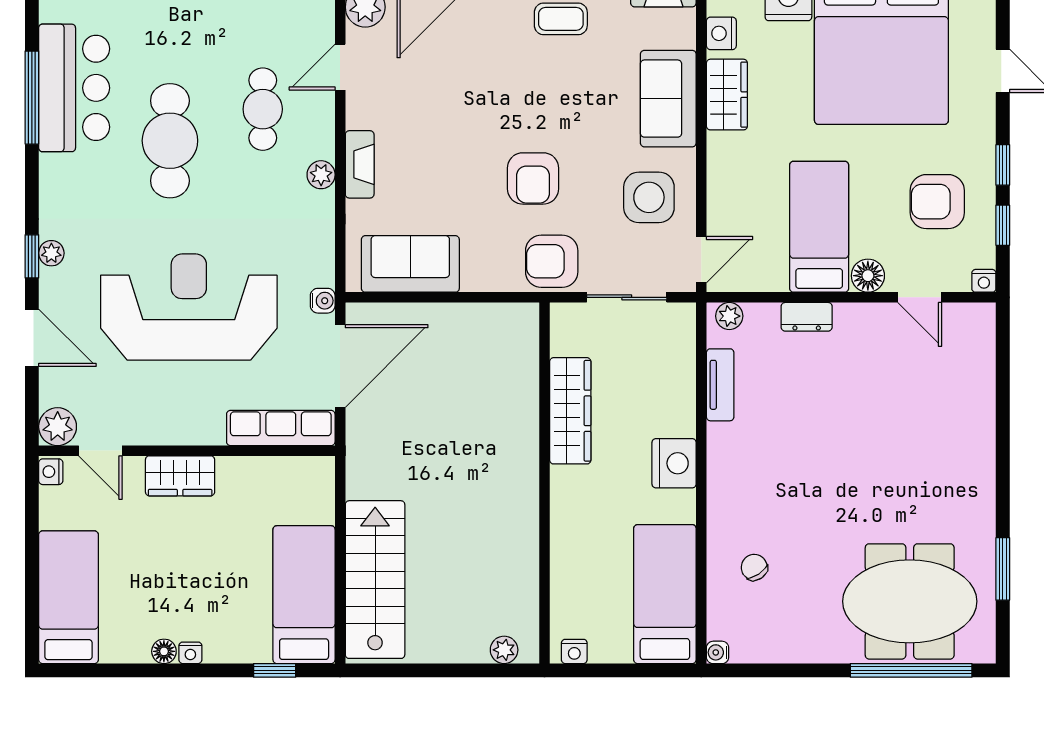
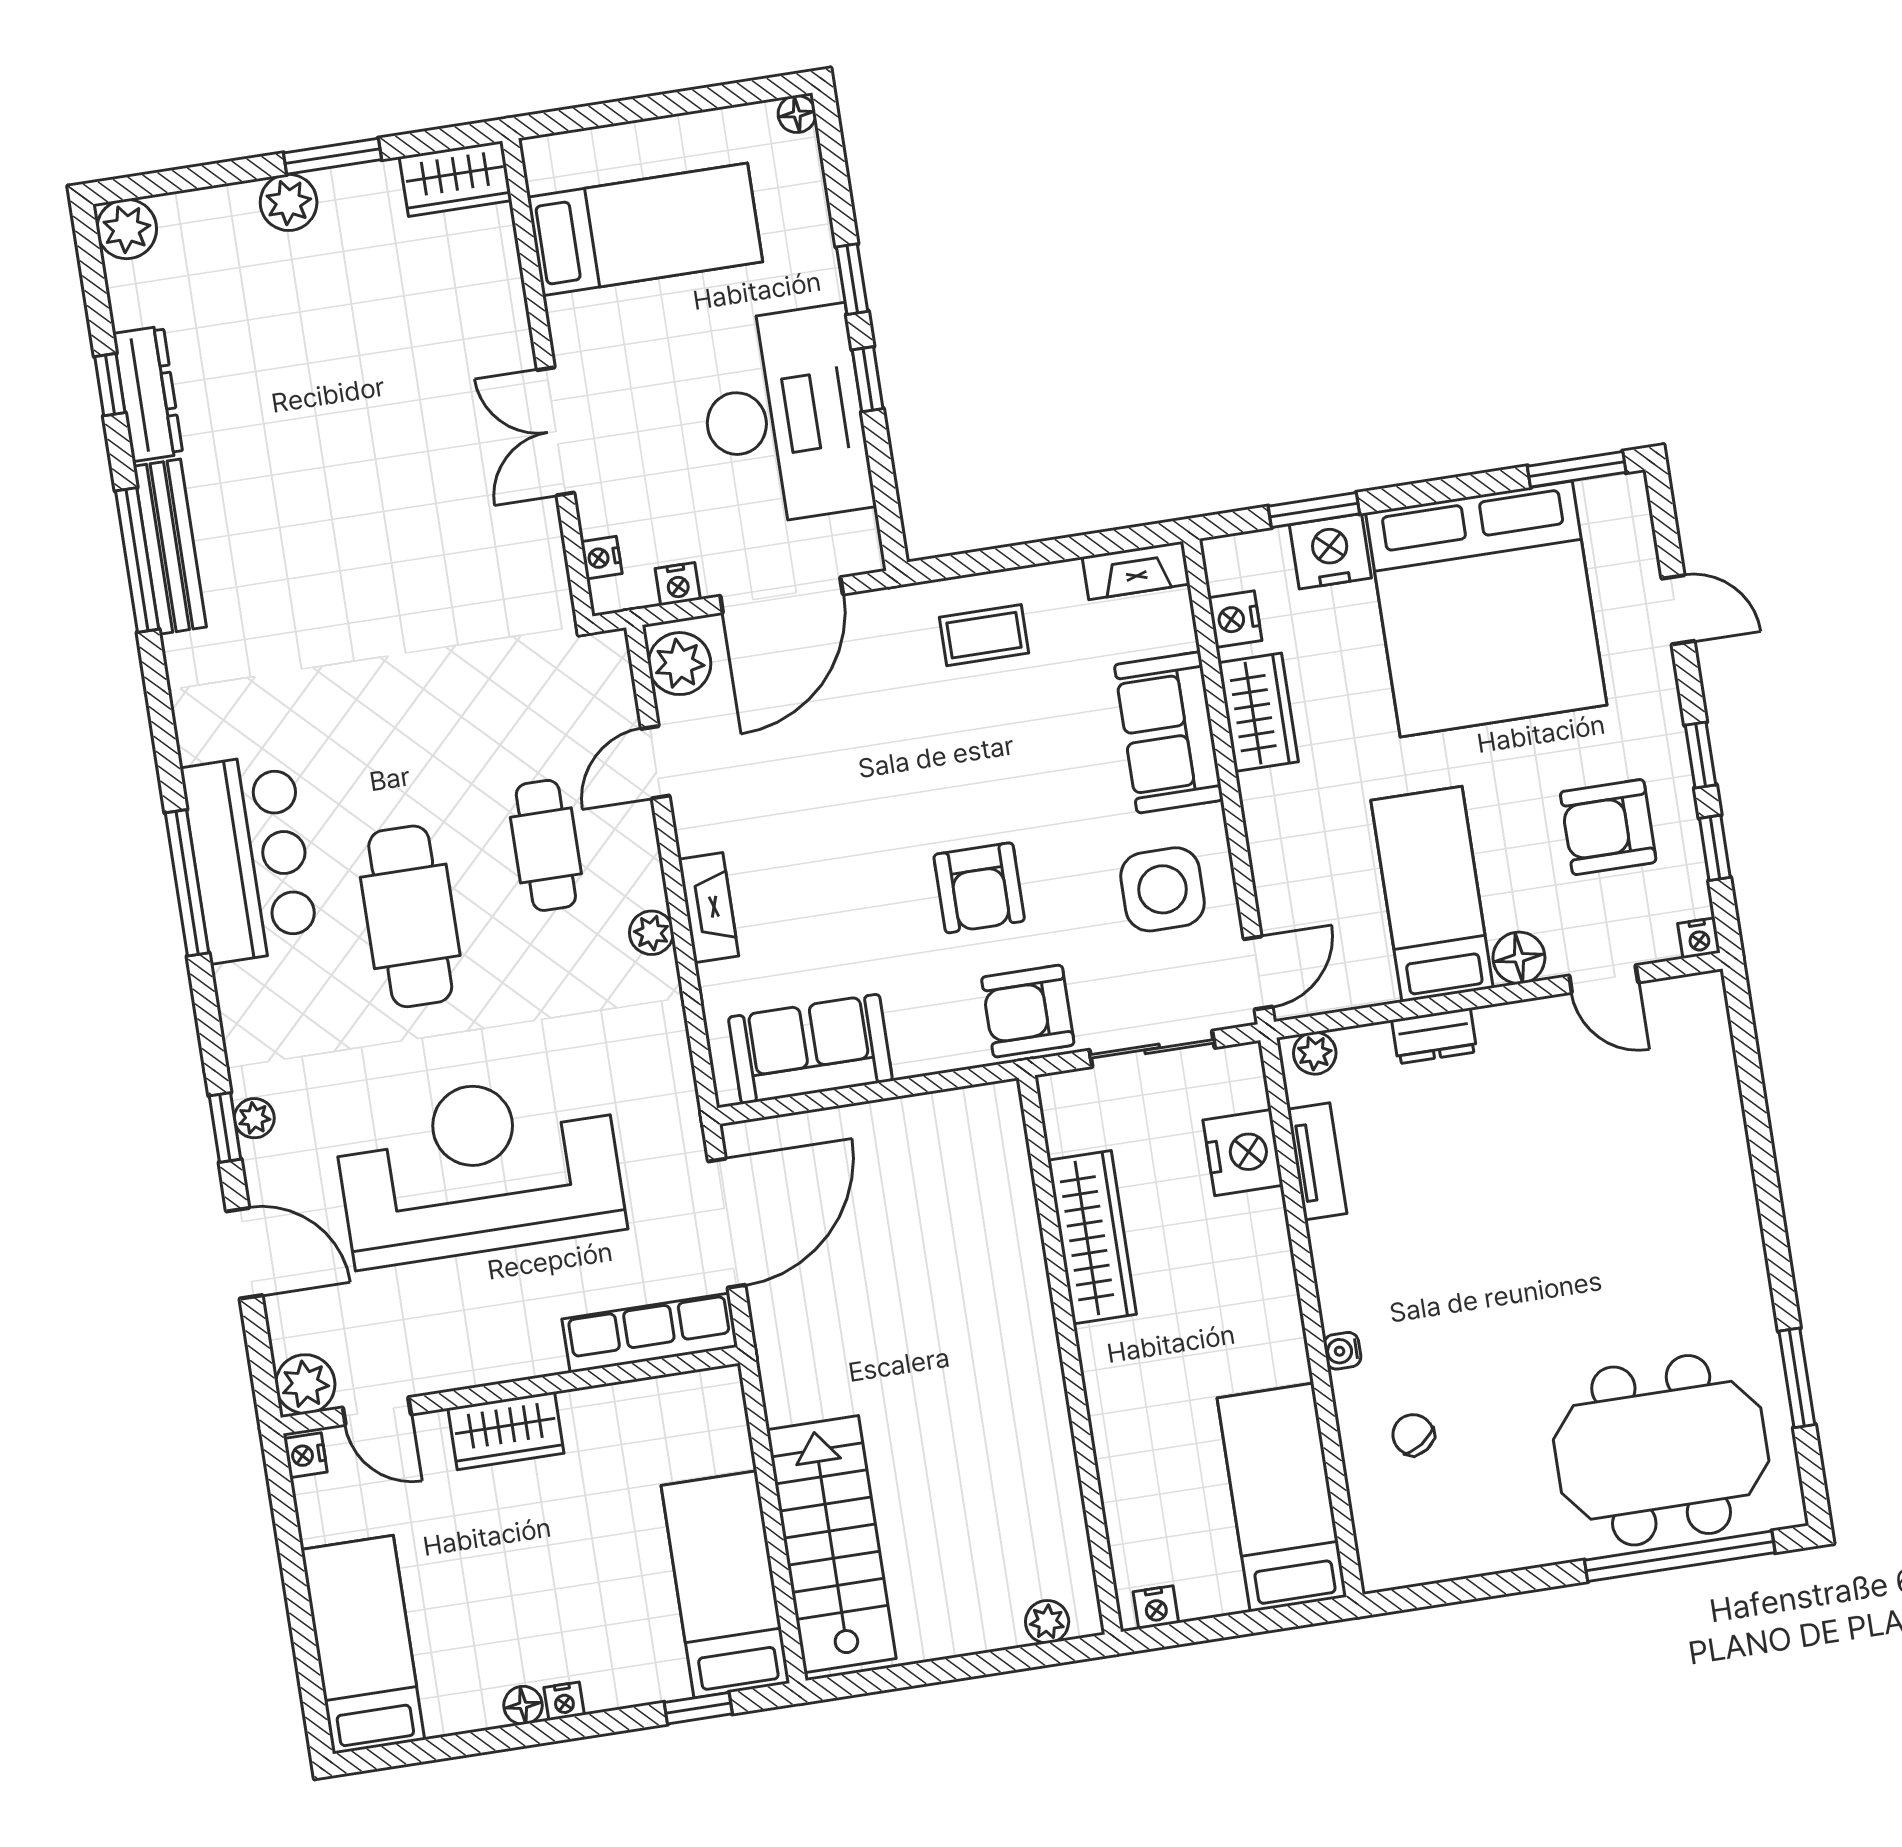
water cooler: (323, 301) -> (684, 1127), removed
nightstand: (674, 463) -> (1243, 1153), moved
water cooler: (718, 652) -> (1342, 1351), moved

